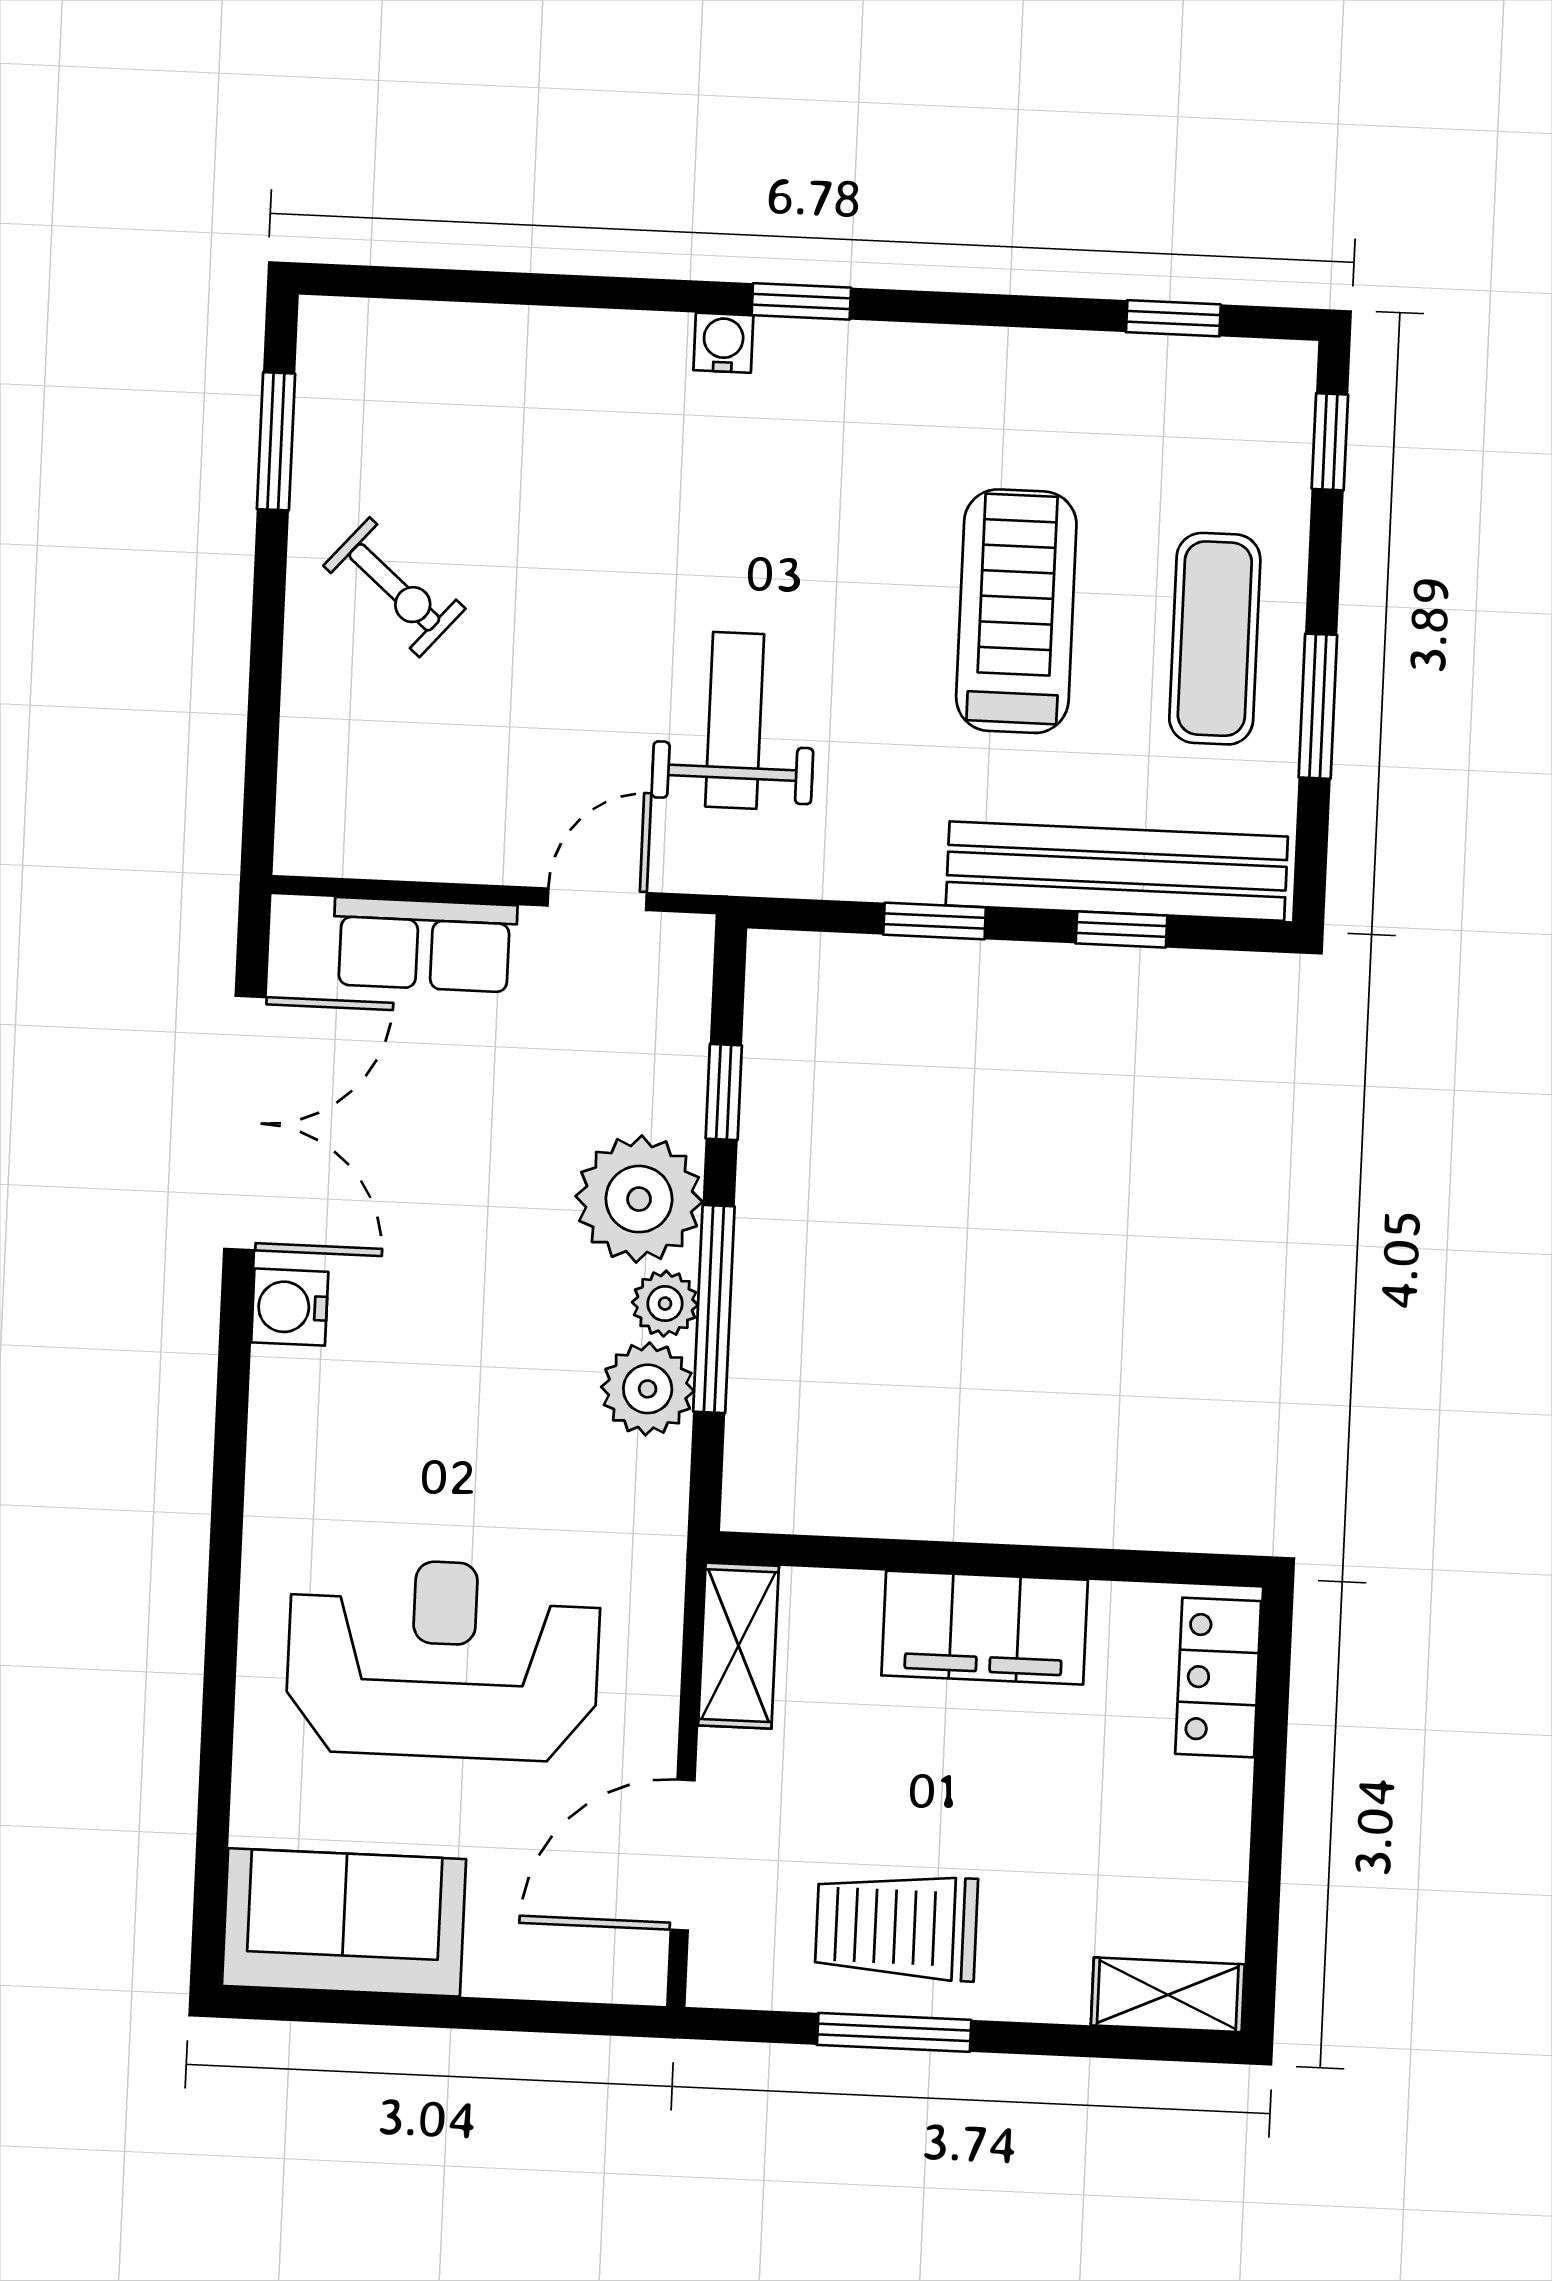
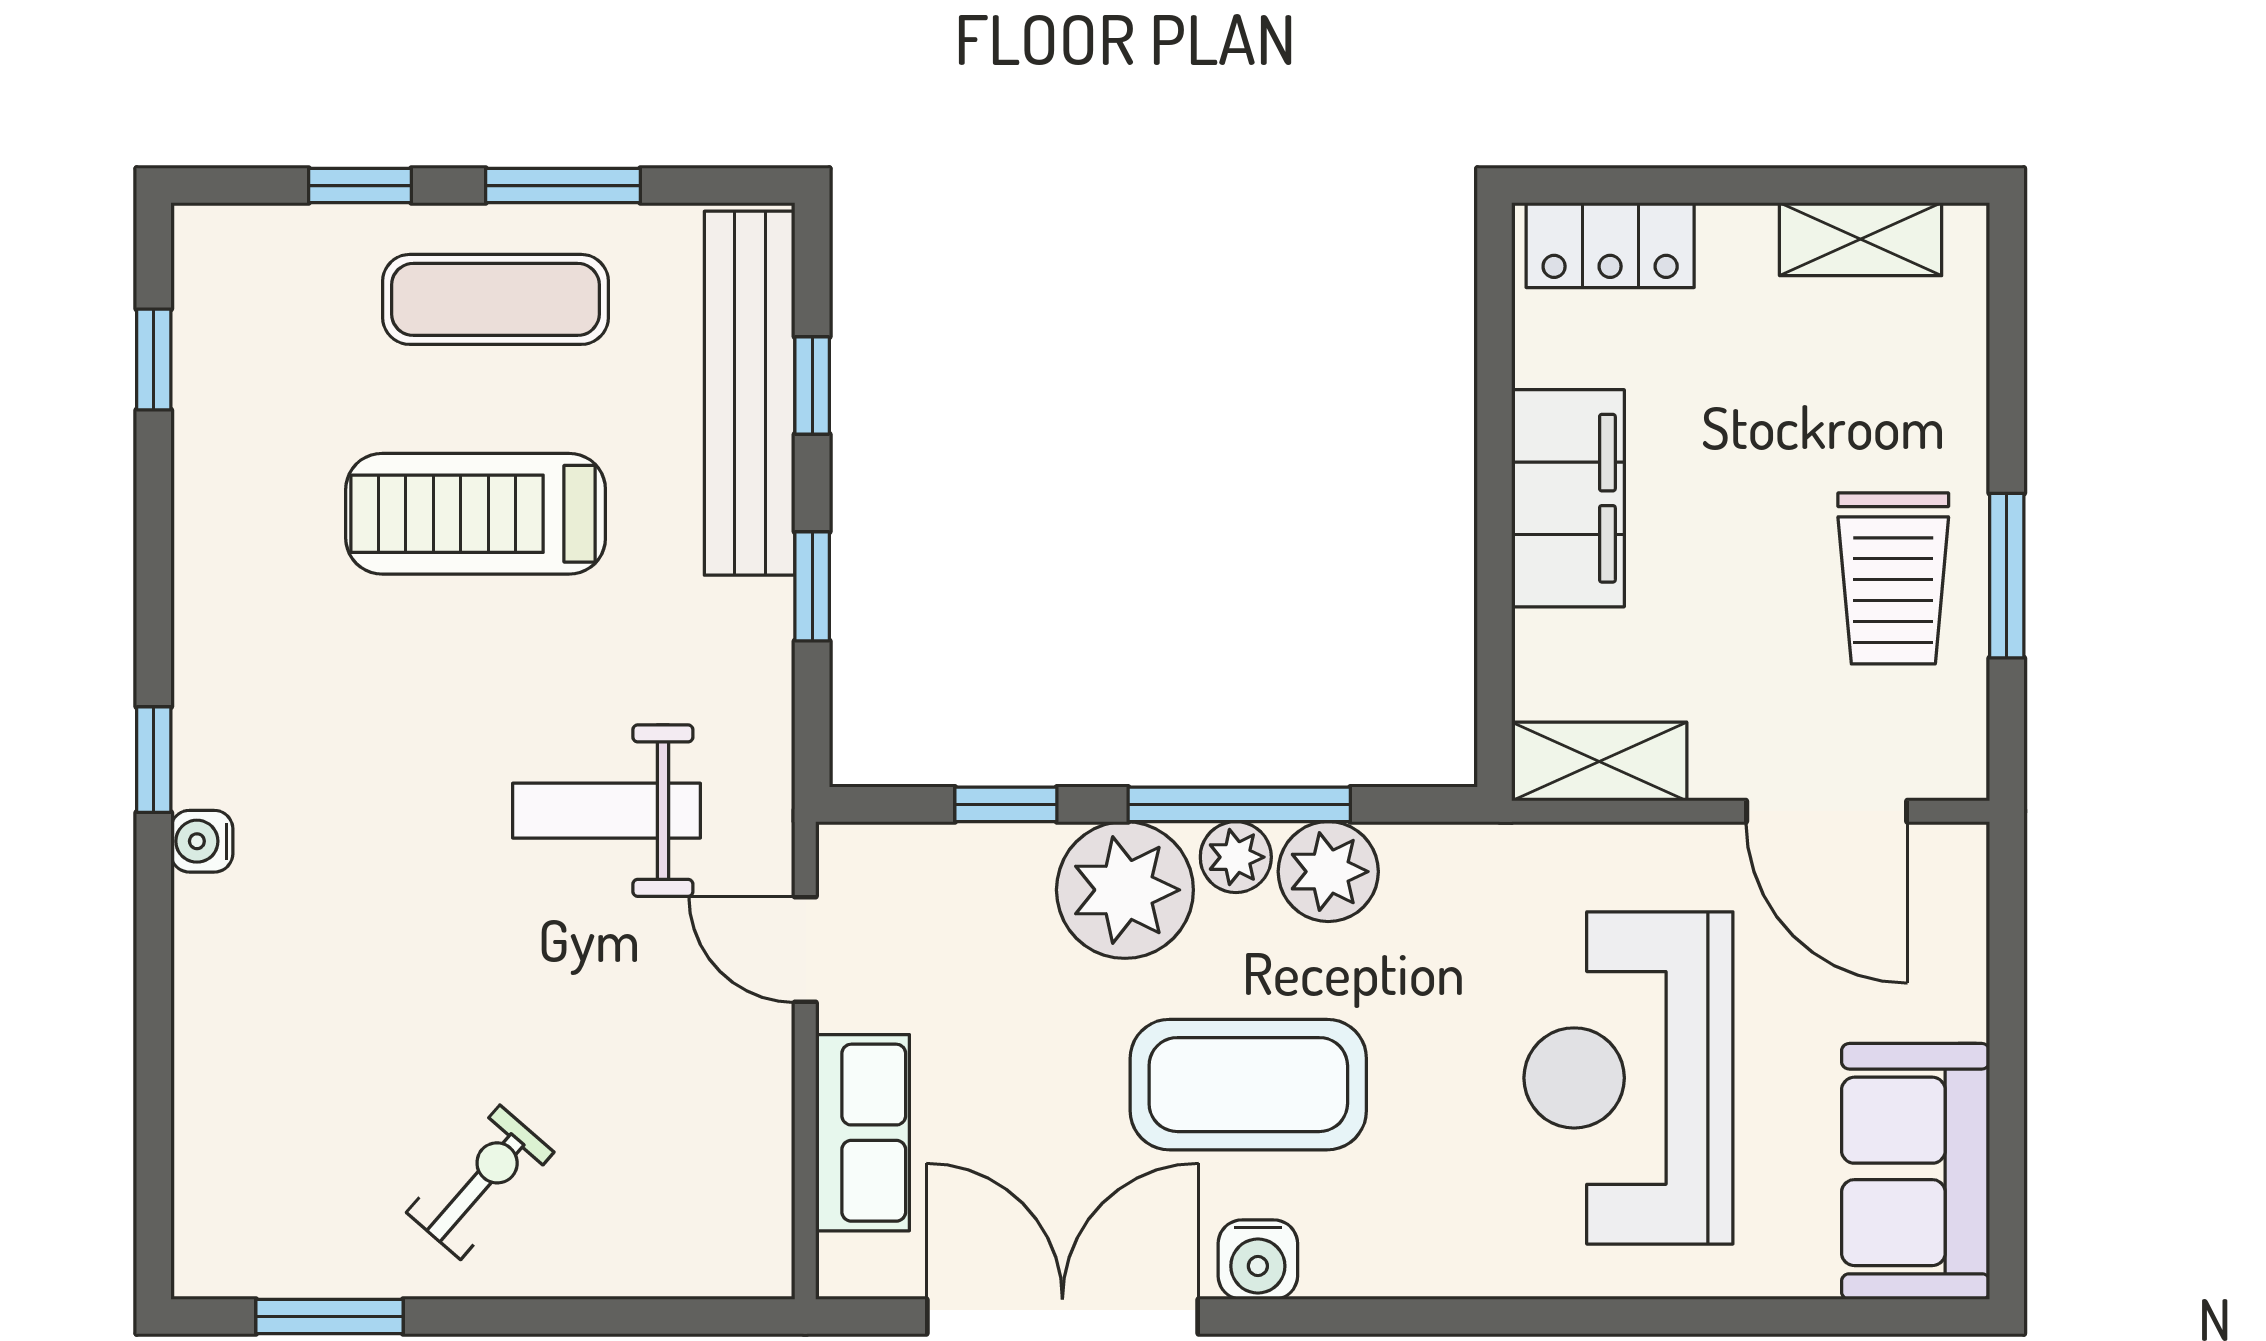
window: (1330, 442) -> (360, 186), moved
coffee table: (453, 1306) -> (1248, 1085), added
shelving: (1168, 1995) -> (1861, 239), moved, turned 90

